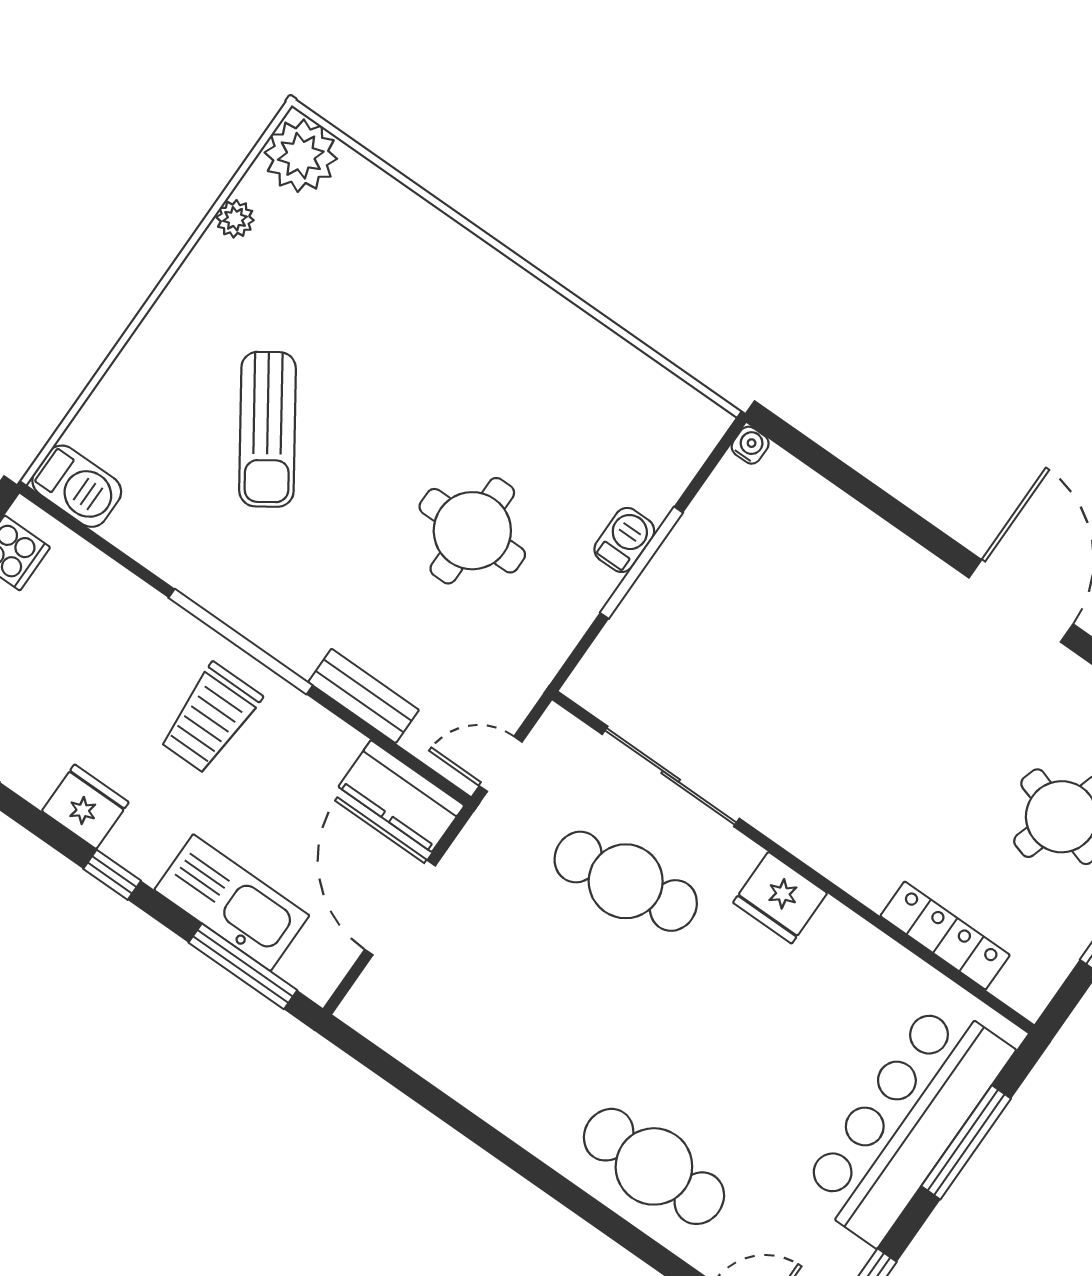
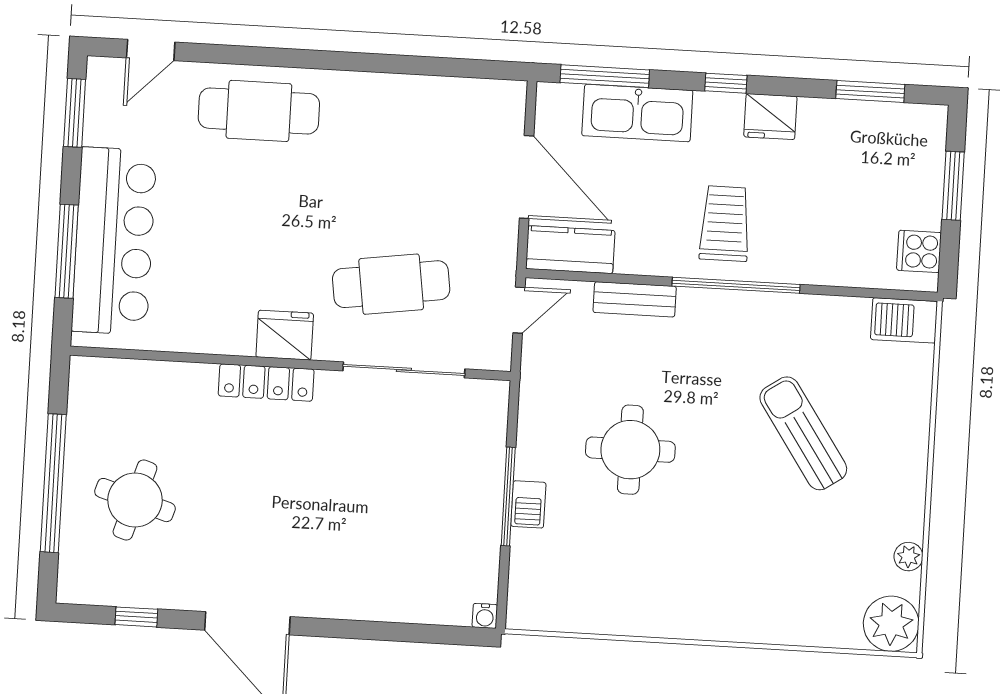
locker: (945, 936) -> (266, 383), moved

